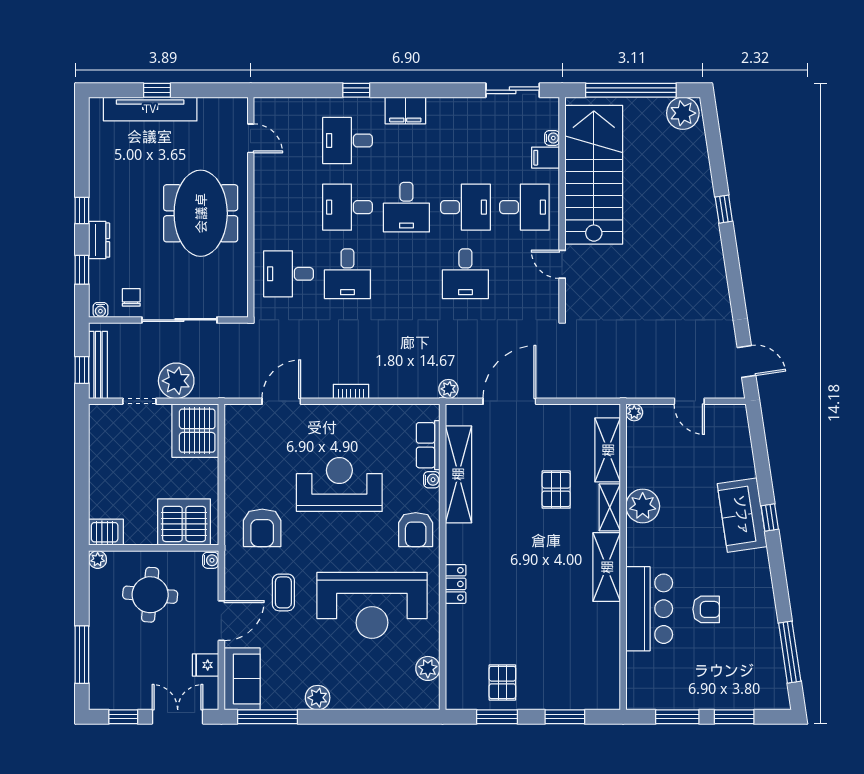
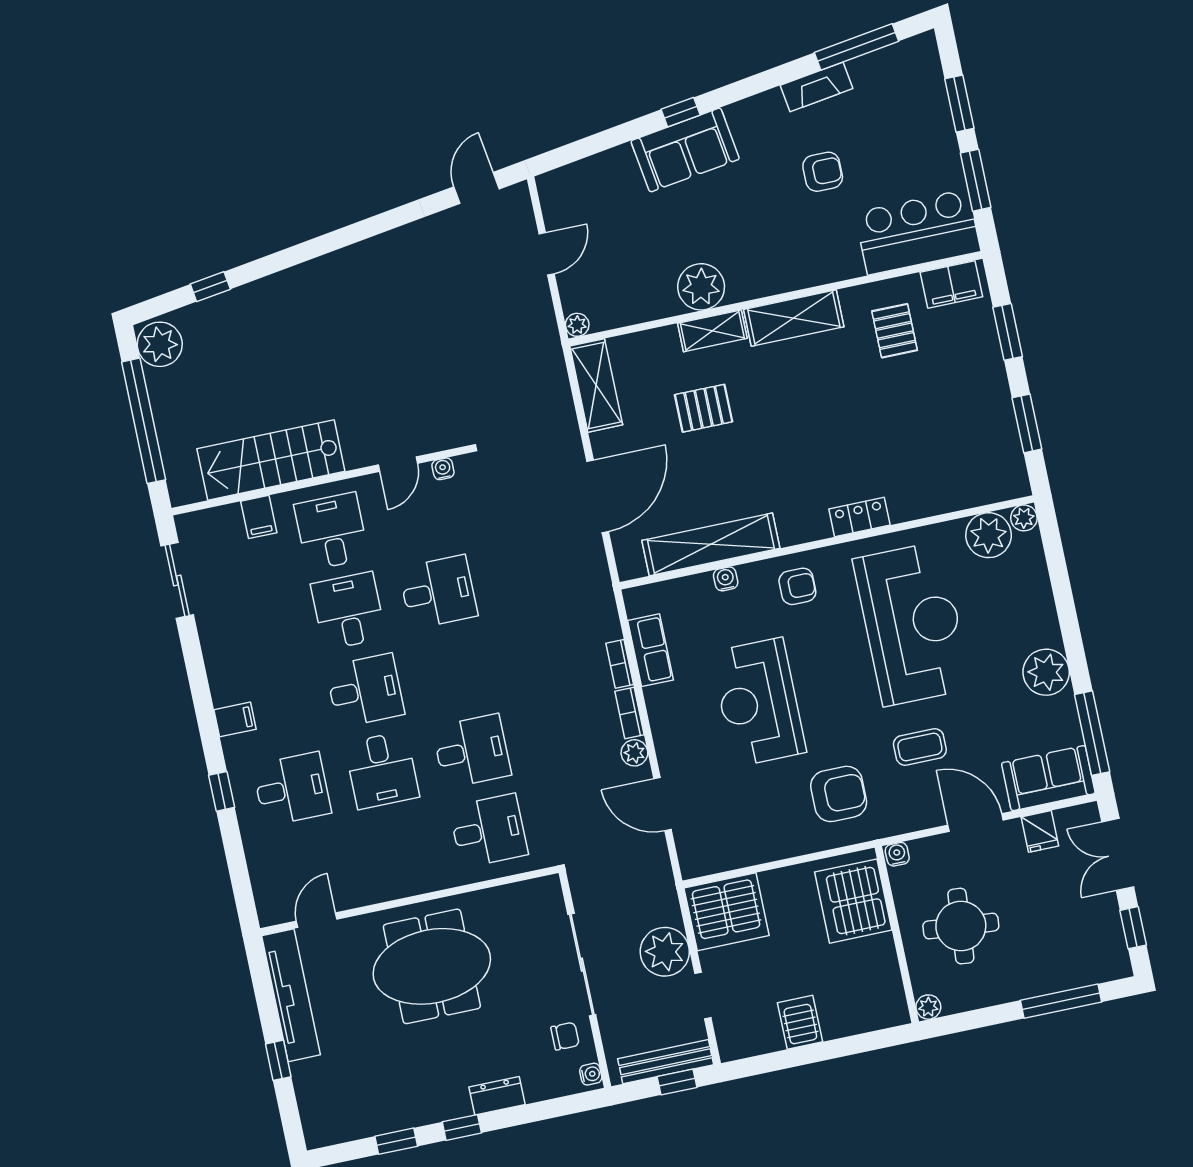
tv unit: (150, 109) -> (291, 995), moved
filing cabinet: (405, 110) -> (235, 719), width x0.50
water cooler: (552, 138) -> (443, 469), moved
desk: (347, 141) -> (292, 789), turned -90
stairs: (594, 175) -> (271, 460), width x0.73, depth x0.66
window: (724, 209) -> (210, 287), moved
window: (82, 270) -> (396, 1141), moved
desk: (288, 274) -> (489, 831), turned -90
chair: (131, 297) -> (565, 1036), turned 180
plant: (448, 389) -> (634, 753), moved
bookcase: (387, 392) -> (620, 664), added
door: (509, 401) -> (598, 496), swing flipped
row of seats: (428, 445) -> (650, 650), moved, turned -90
shelving: (608, 450) -> (596, 385), moved, turned 90
armchair: (416, 530) -> (797, 586), width x0.72, depth x0.72
server rack: (106, 532) -> (800, 1022), moved
bar counter: (649, 609) -> (918, 232), moved
armchair: (706, 609) -> (823, 172), turned 90
fireplace: (767, 618) -> (816, 87), added
plant: (428, 668) -> (989, 535), width x1.36, depth x1.36
pallet: (502, 682) -> (895, 331), moved, turned 90
filing cabinet: (607, 684) -> (951, 284), added
plant: (318, 698) -> (1046, 672), width x1.36, depth x1.36
plant: (430, 700) -> (1024, 518), added

